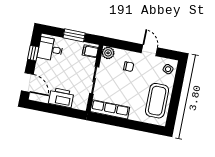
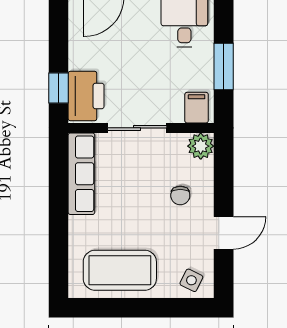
printer: (61, 98) -> (86, 96), moved
window: (69, 112) -> (58, 88), added

